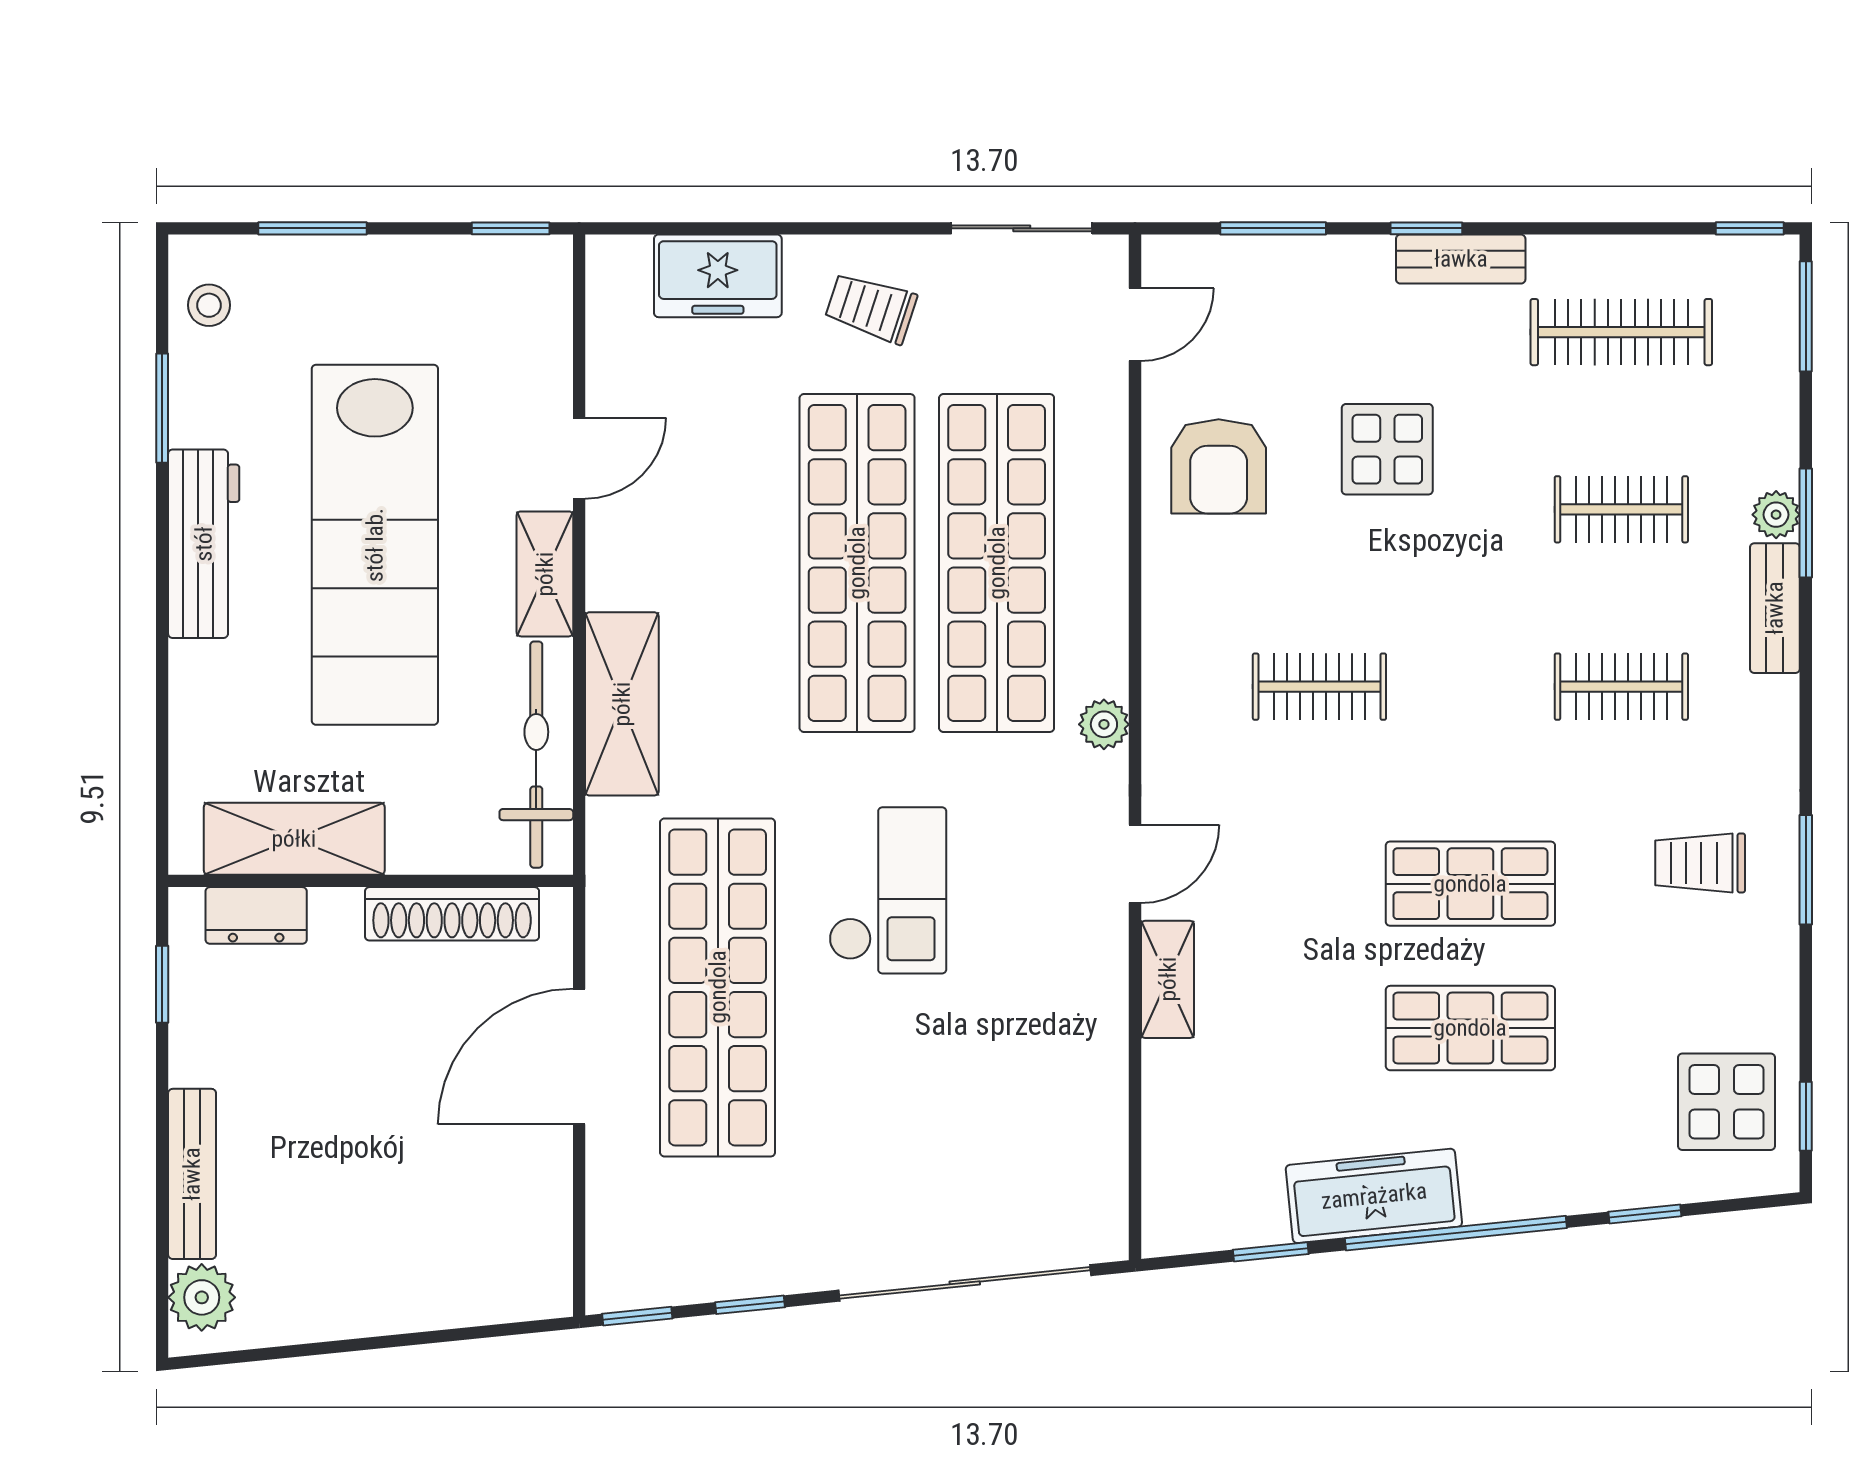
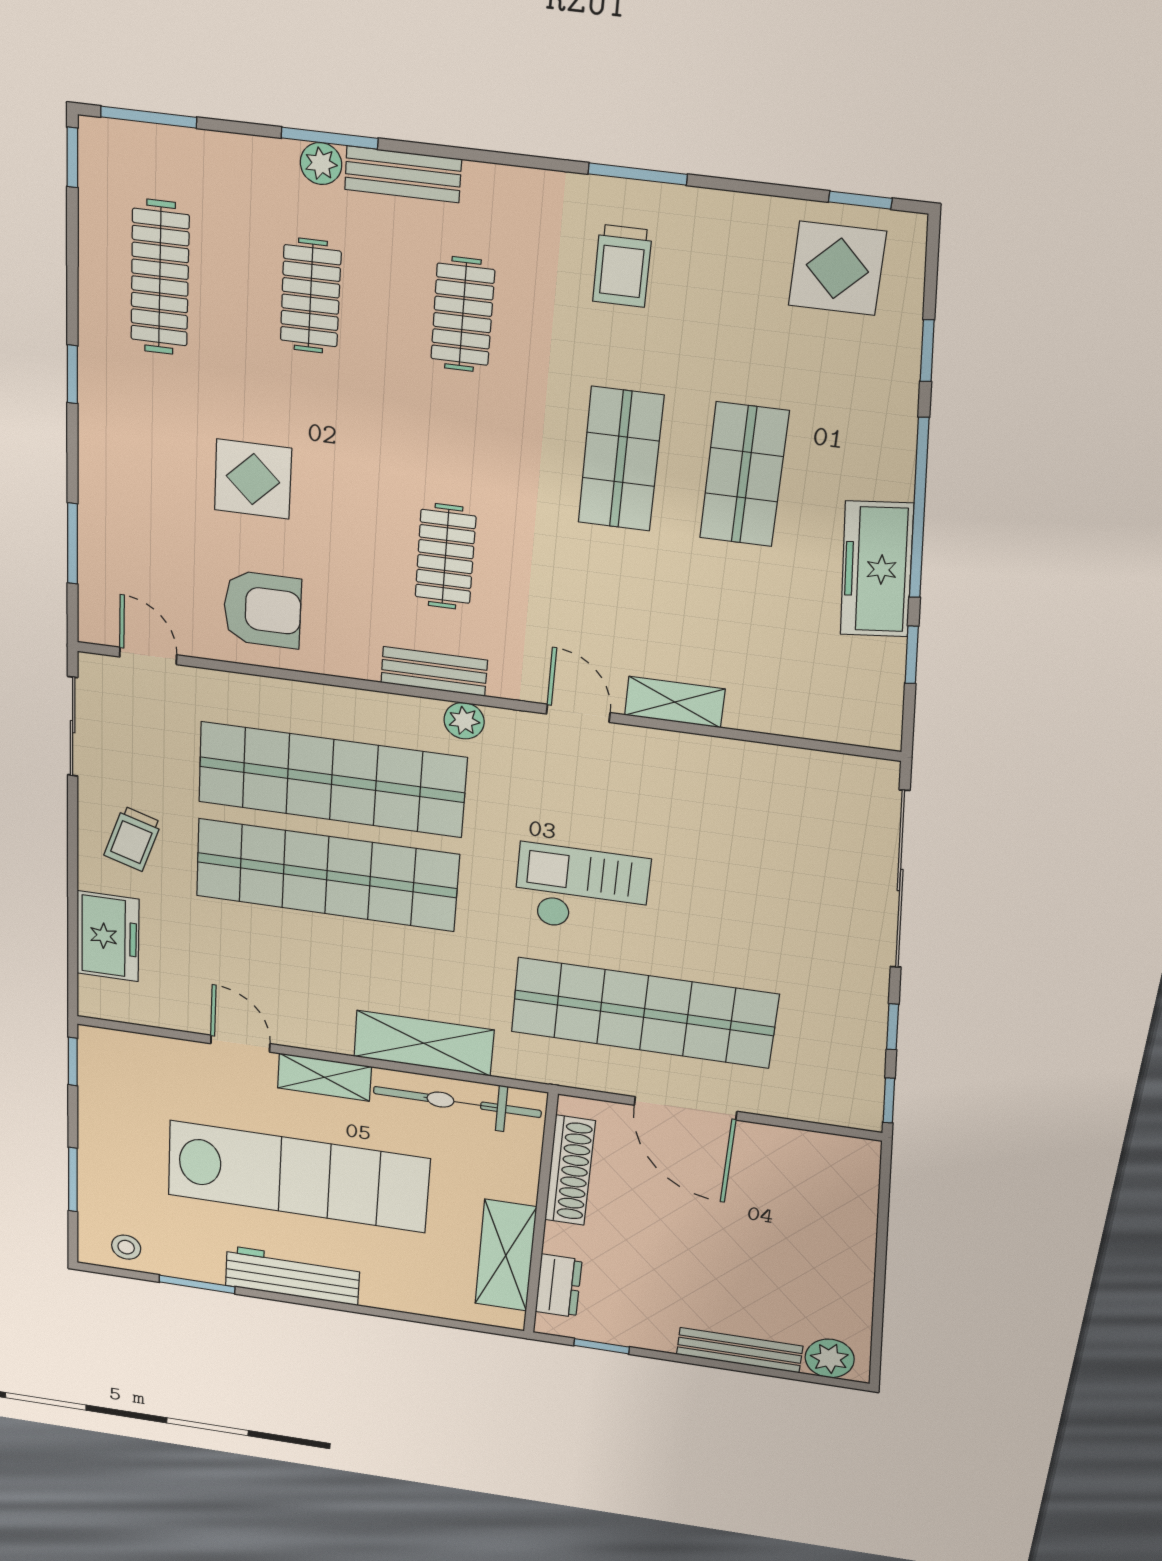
window: (1426, 228) -> (72, 374), moved
bench: (1461, 259) -> (434, 671), moved, turned 90

